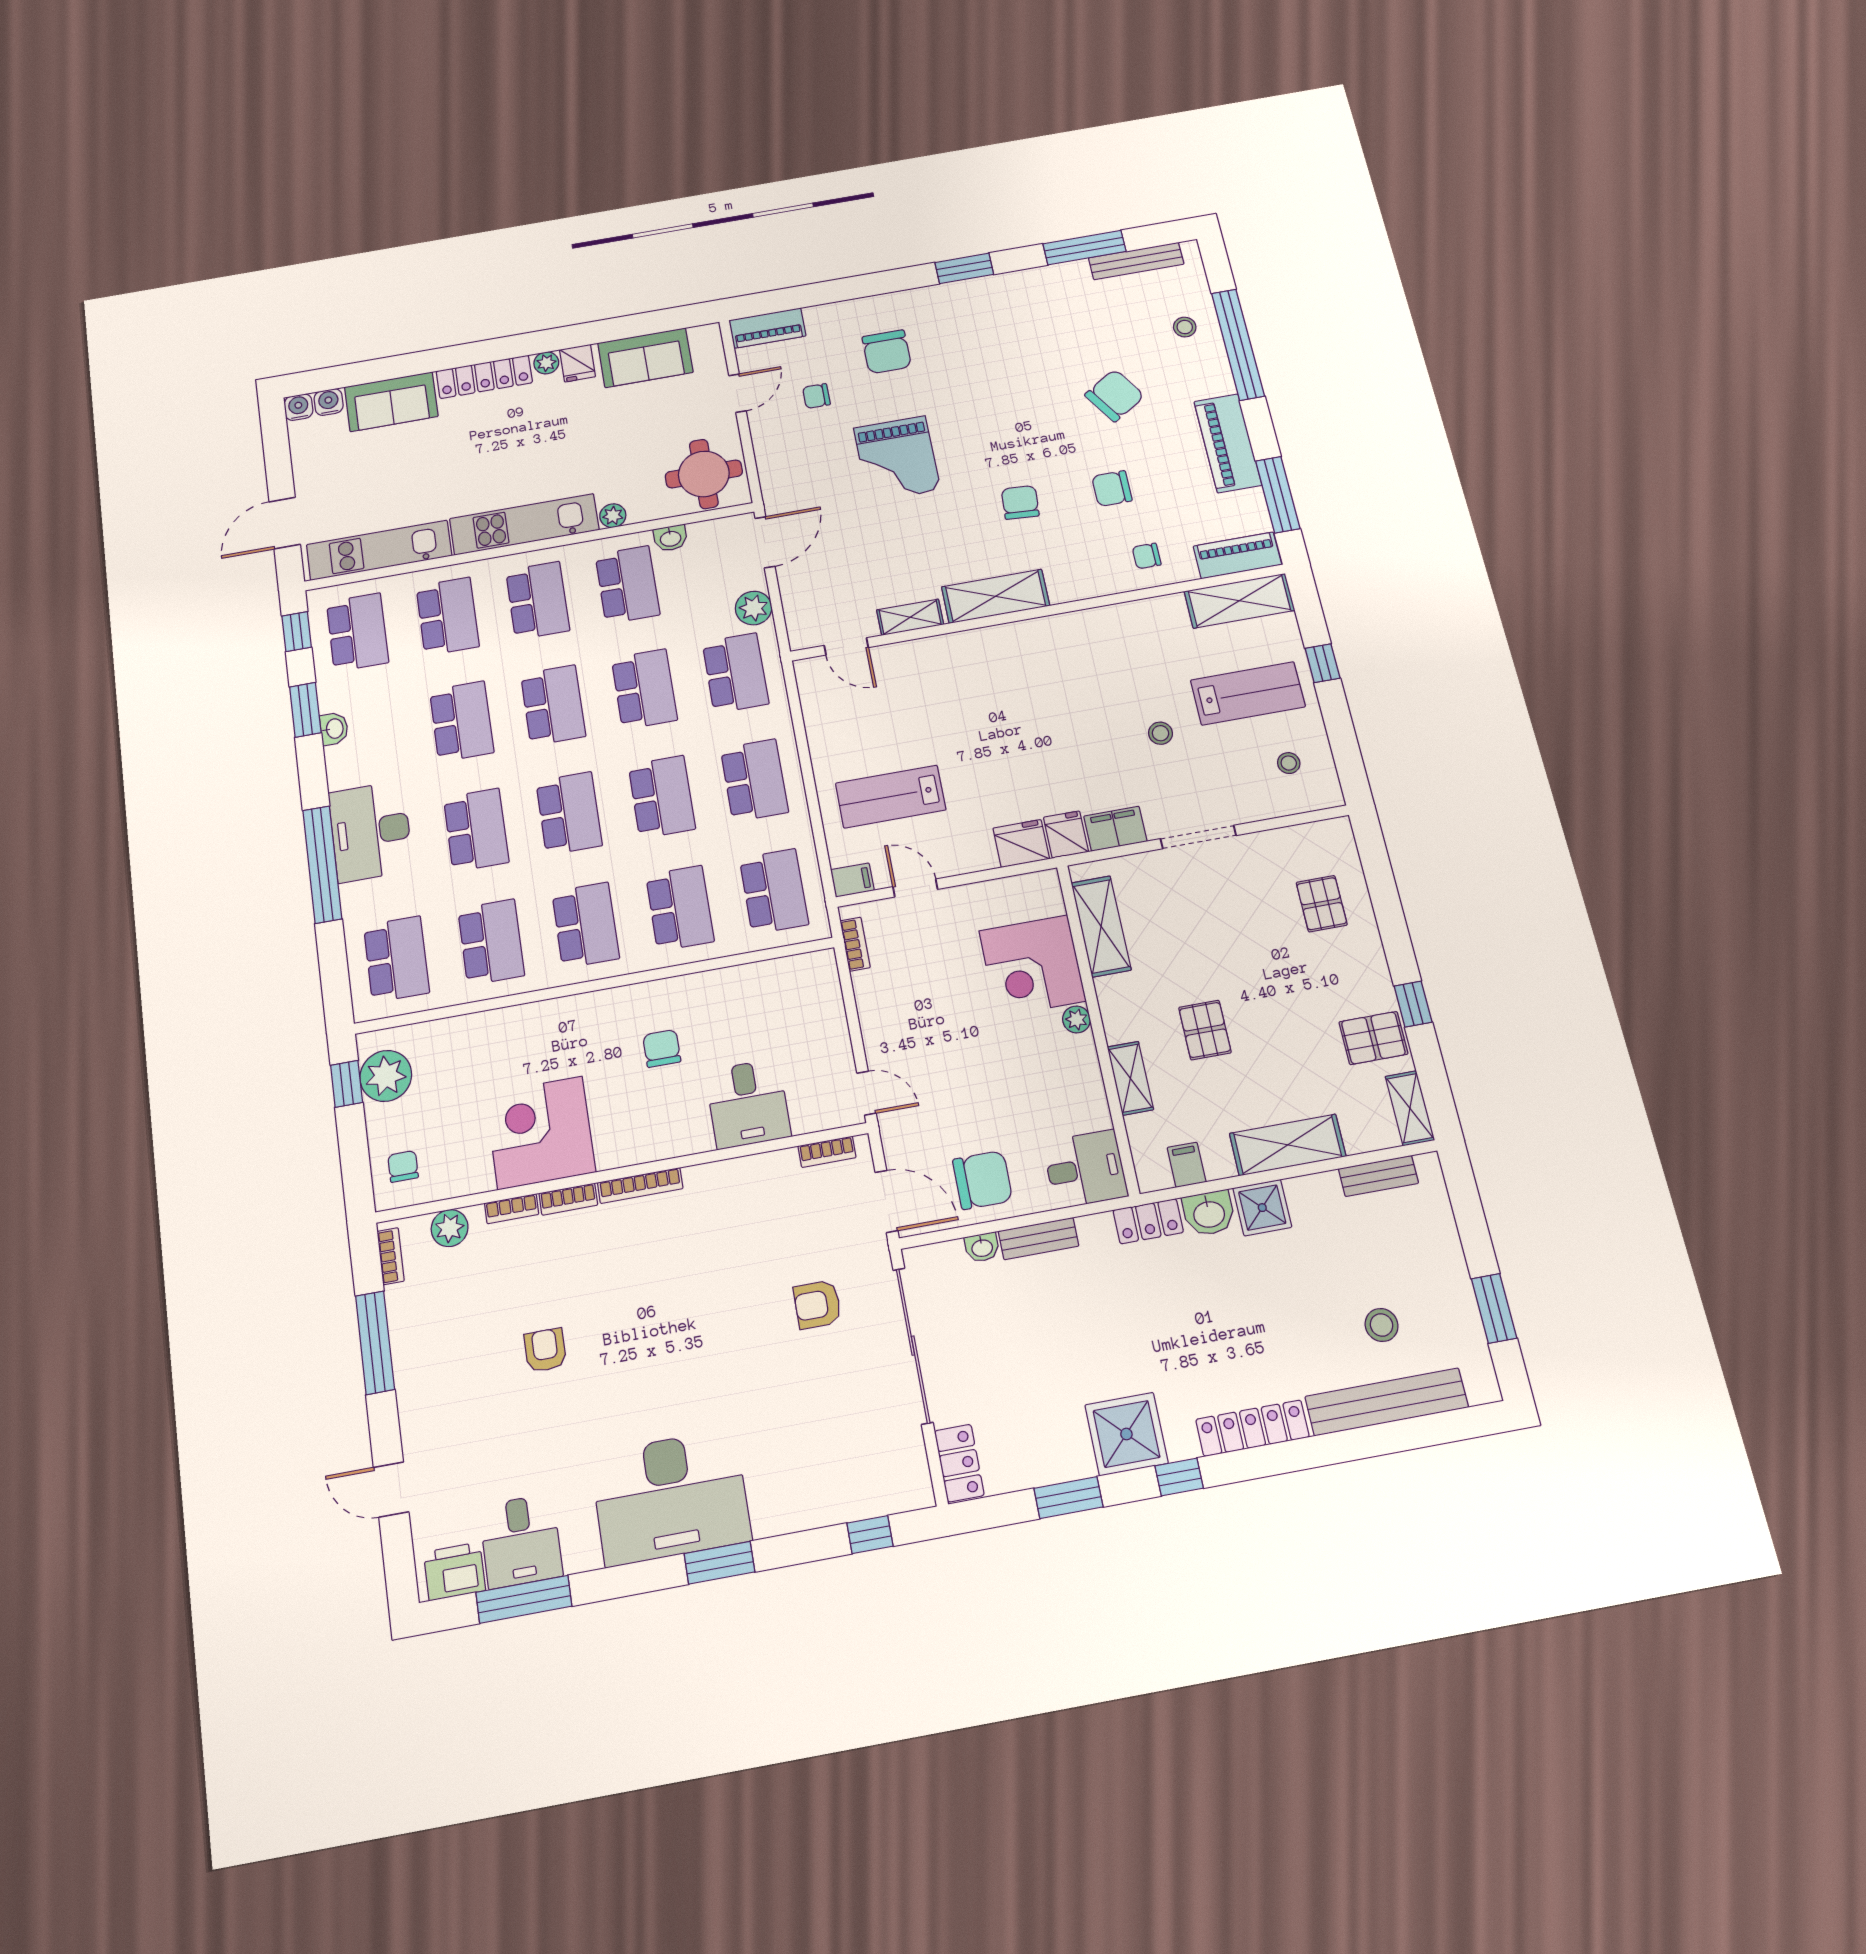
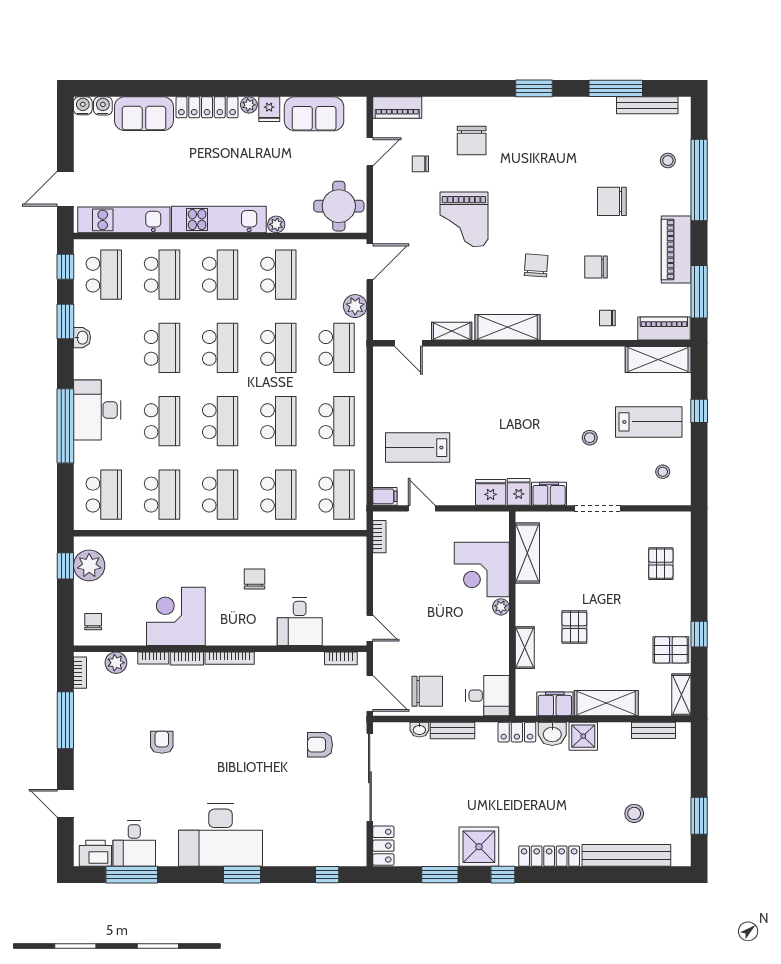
chair: (1115, 395) -> (612, 201), turned -147
washbasin: (670, 538) -> (310, 247), removed
filing cabinet: (1187, 1165) -> (555, 704), width x2.00

